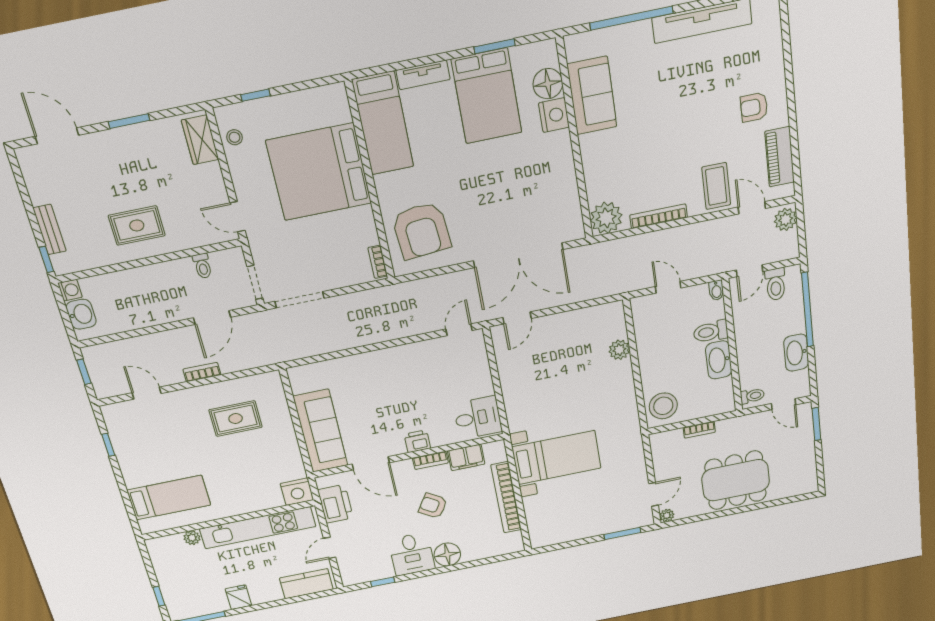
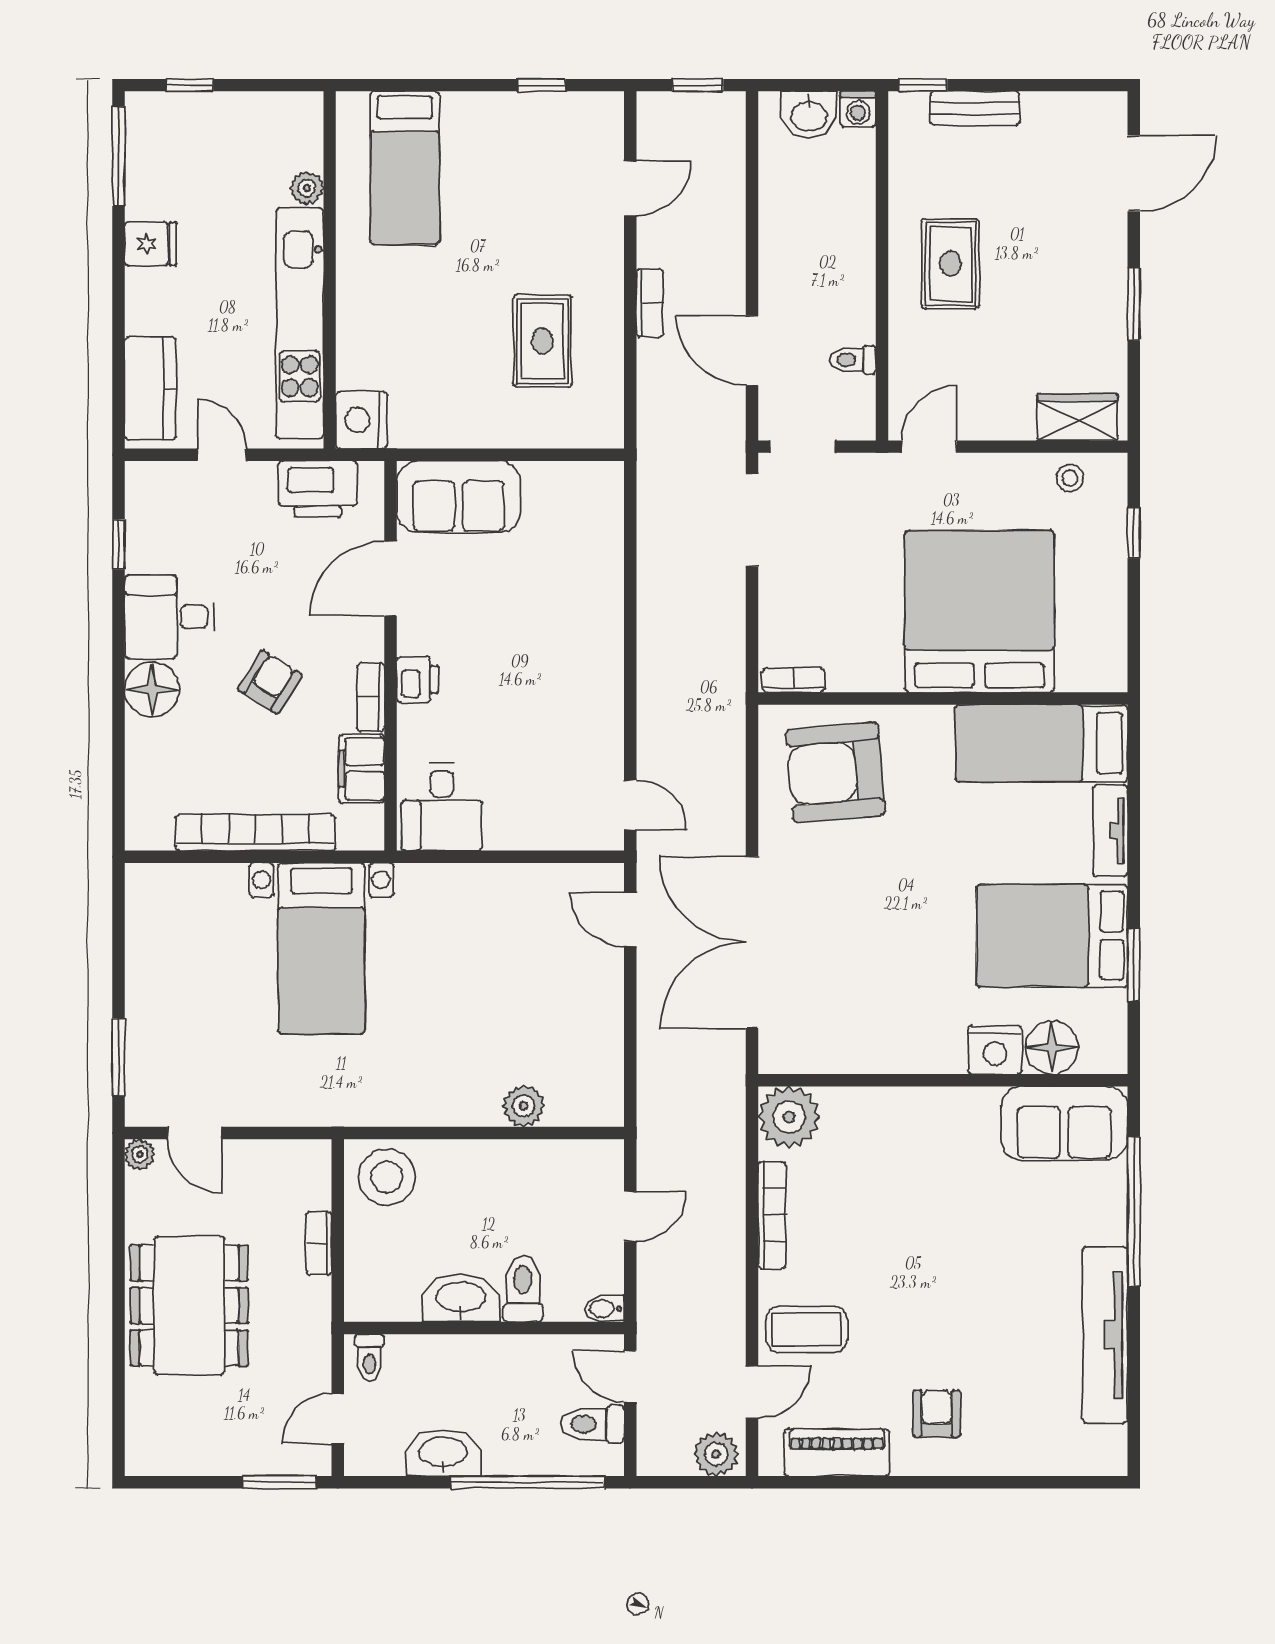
sofa: (592, 95) -> (1064, 1123), moved
sofa: (320, 431) -> (459, 497), width x0.73

